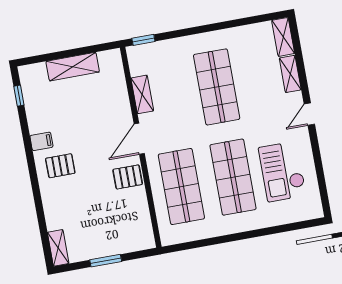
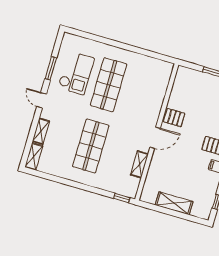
door: (309, 114) -> (42, 100), swing flipped
window: (318, 161) -> (51, 68), added
shop shelf: (181, 186) -> (144, 95), removed

